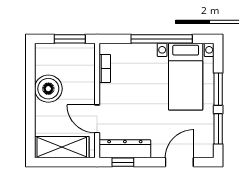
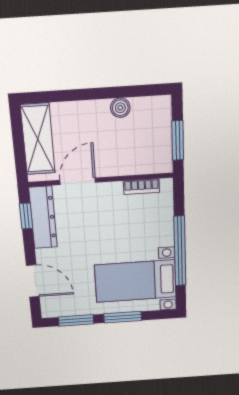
boiler: (48, 89) -> (120, 108), width x0.54, depth x0.54

